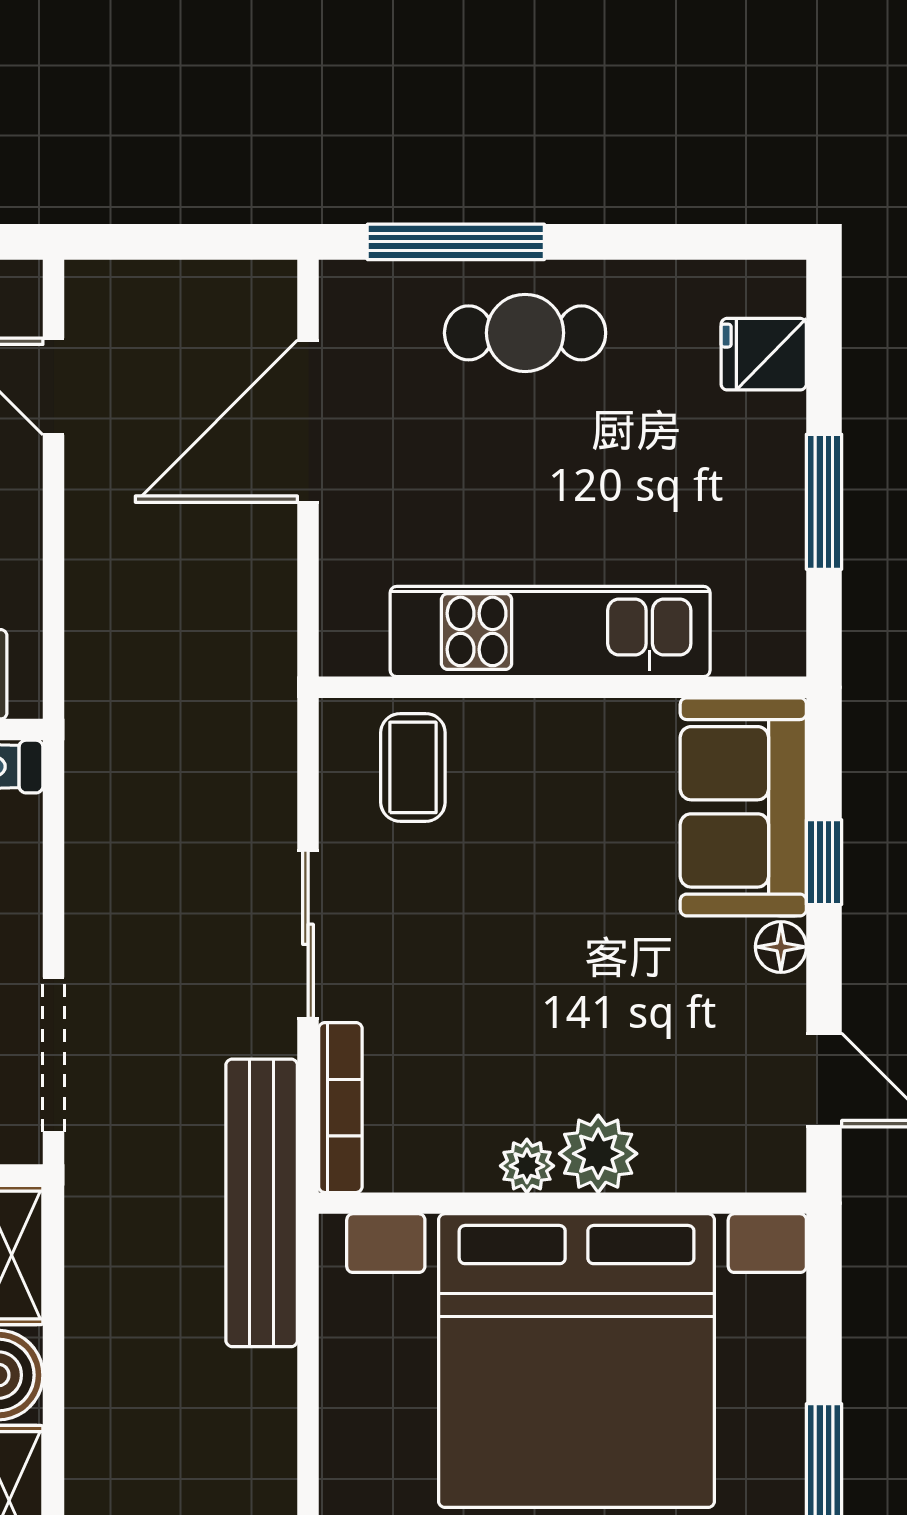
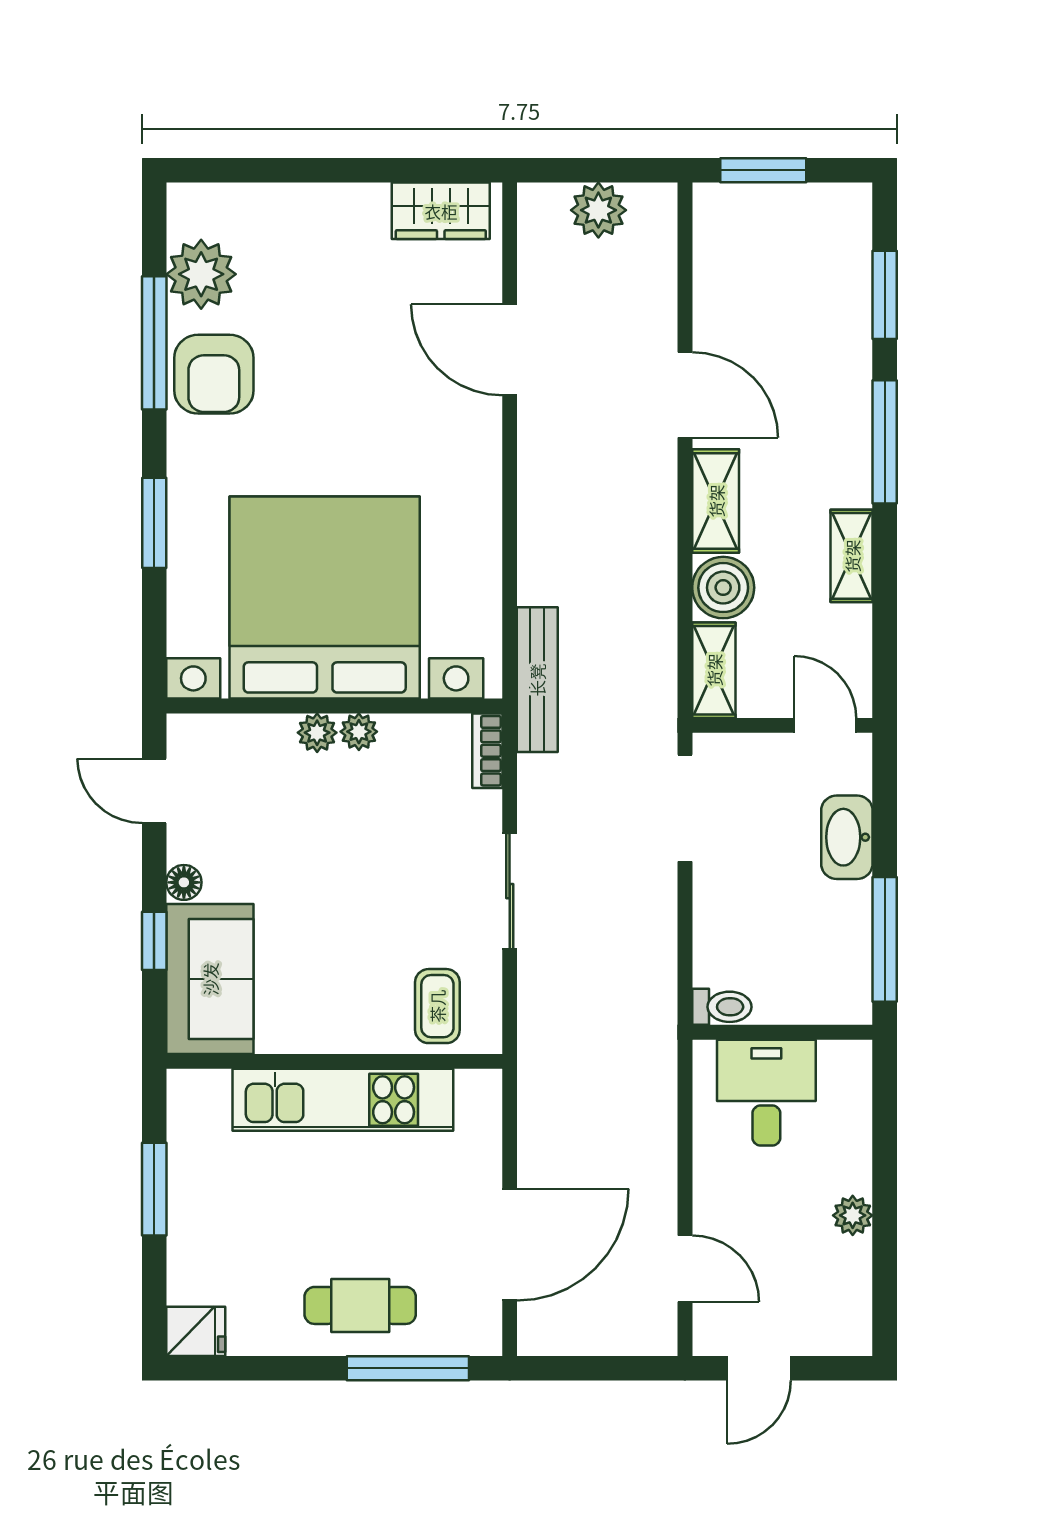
fridge: (764, 354) -> (196, 1331), moved
bookcase: (340, 1108) -> (487, 751), width x0.64
plant: (598, 1154) -> (317, 733), width x0.73, depth x0.73
bench: (262, 1203) -> (537, 680), width x0.73, depth x0.82

